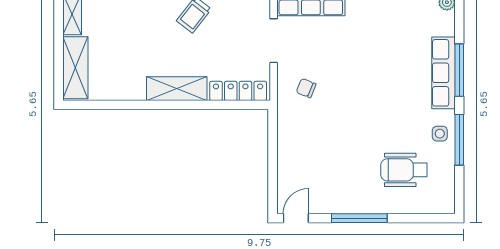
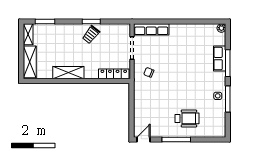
row of seats: (443, 73) -> (220, 59), width x0.68
shelving: (177, 89) -> (68, 73), moved
wheelchair: (404, 170) -> (187, 118), moved, turned 180

